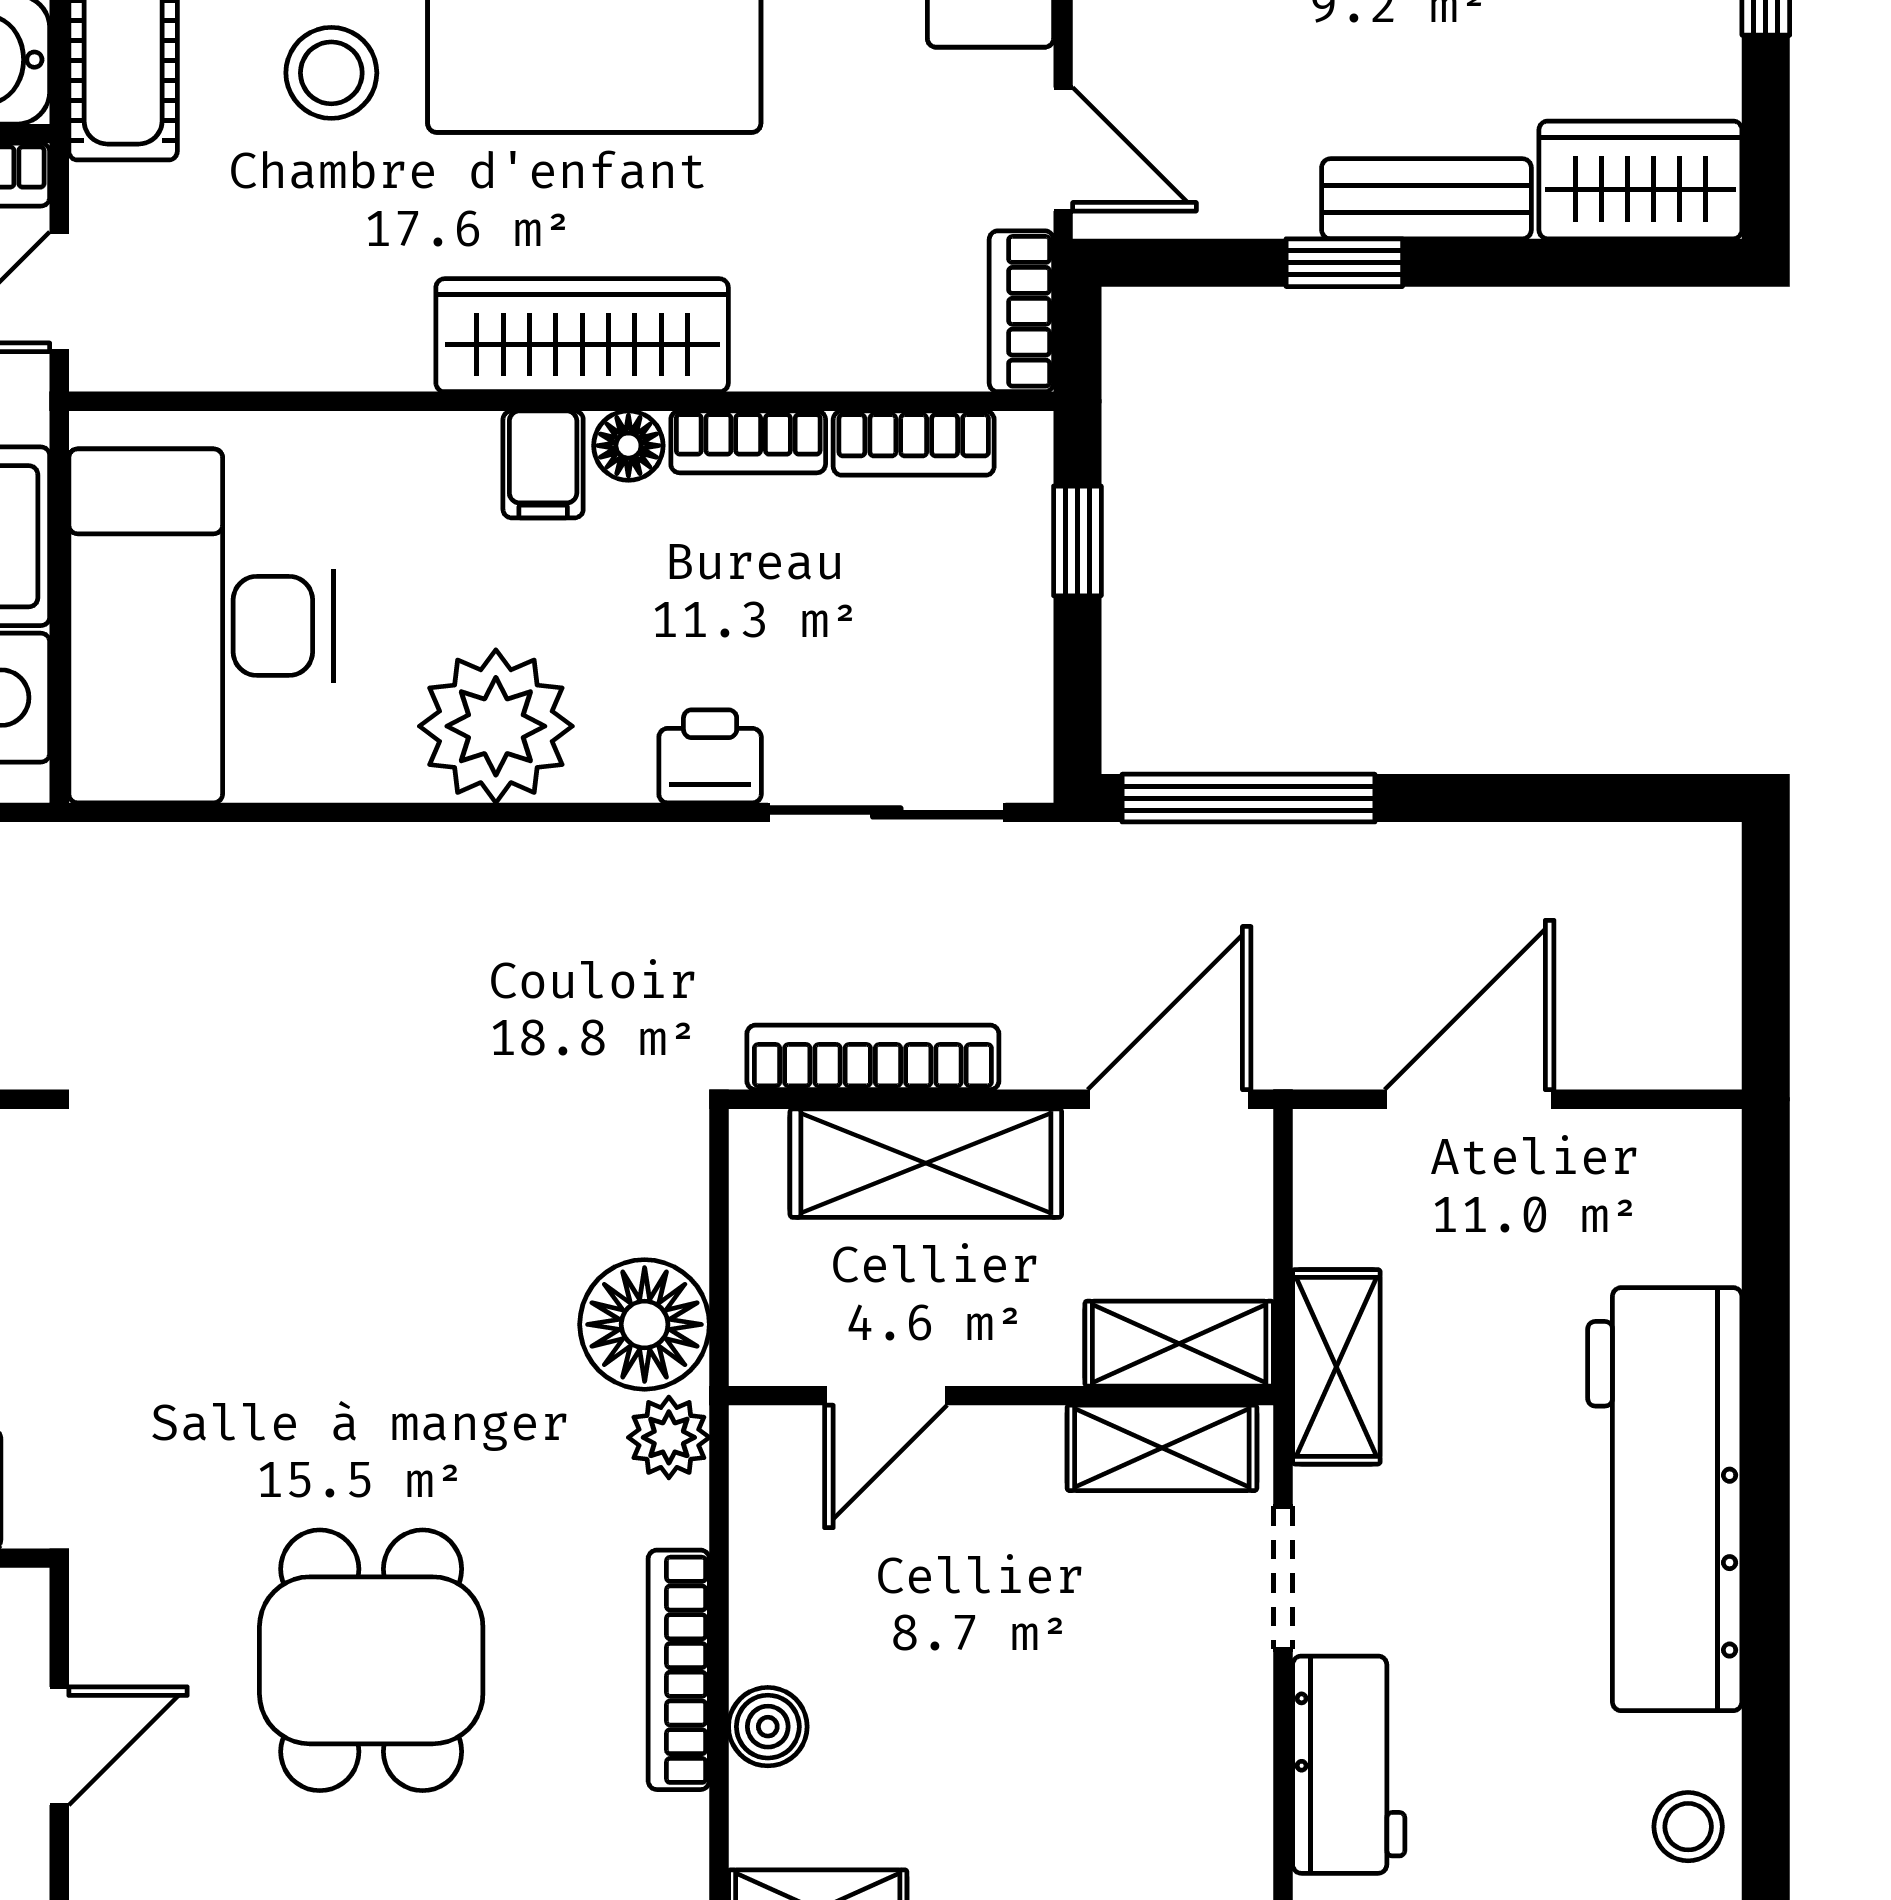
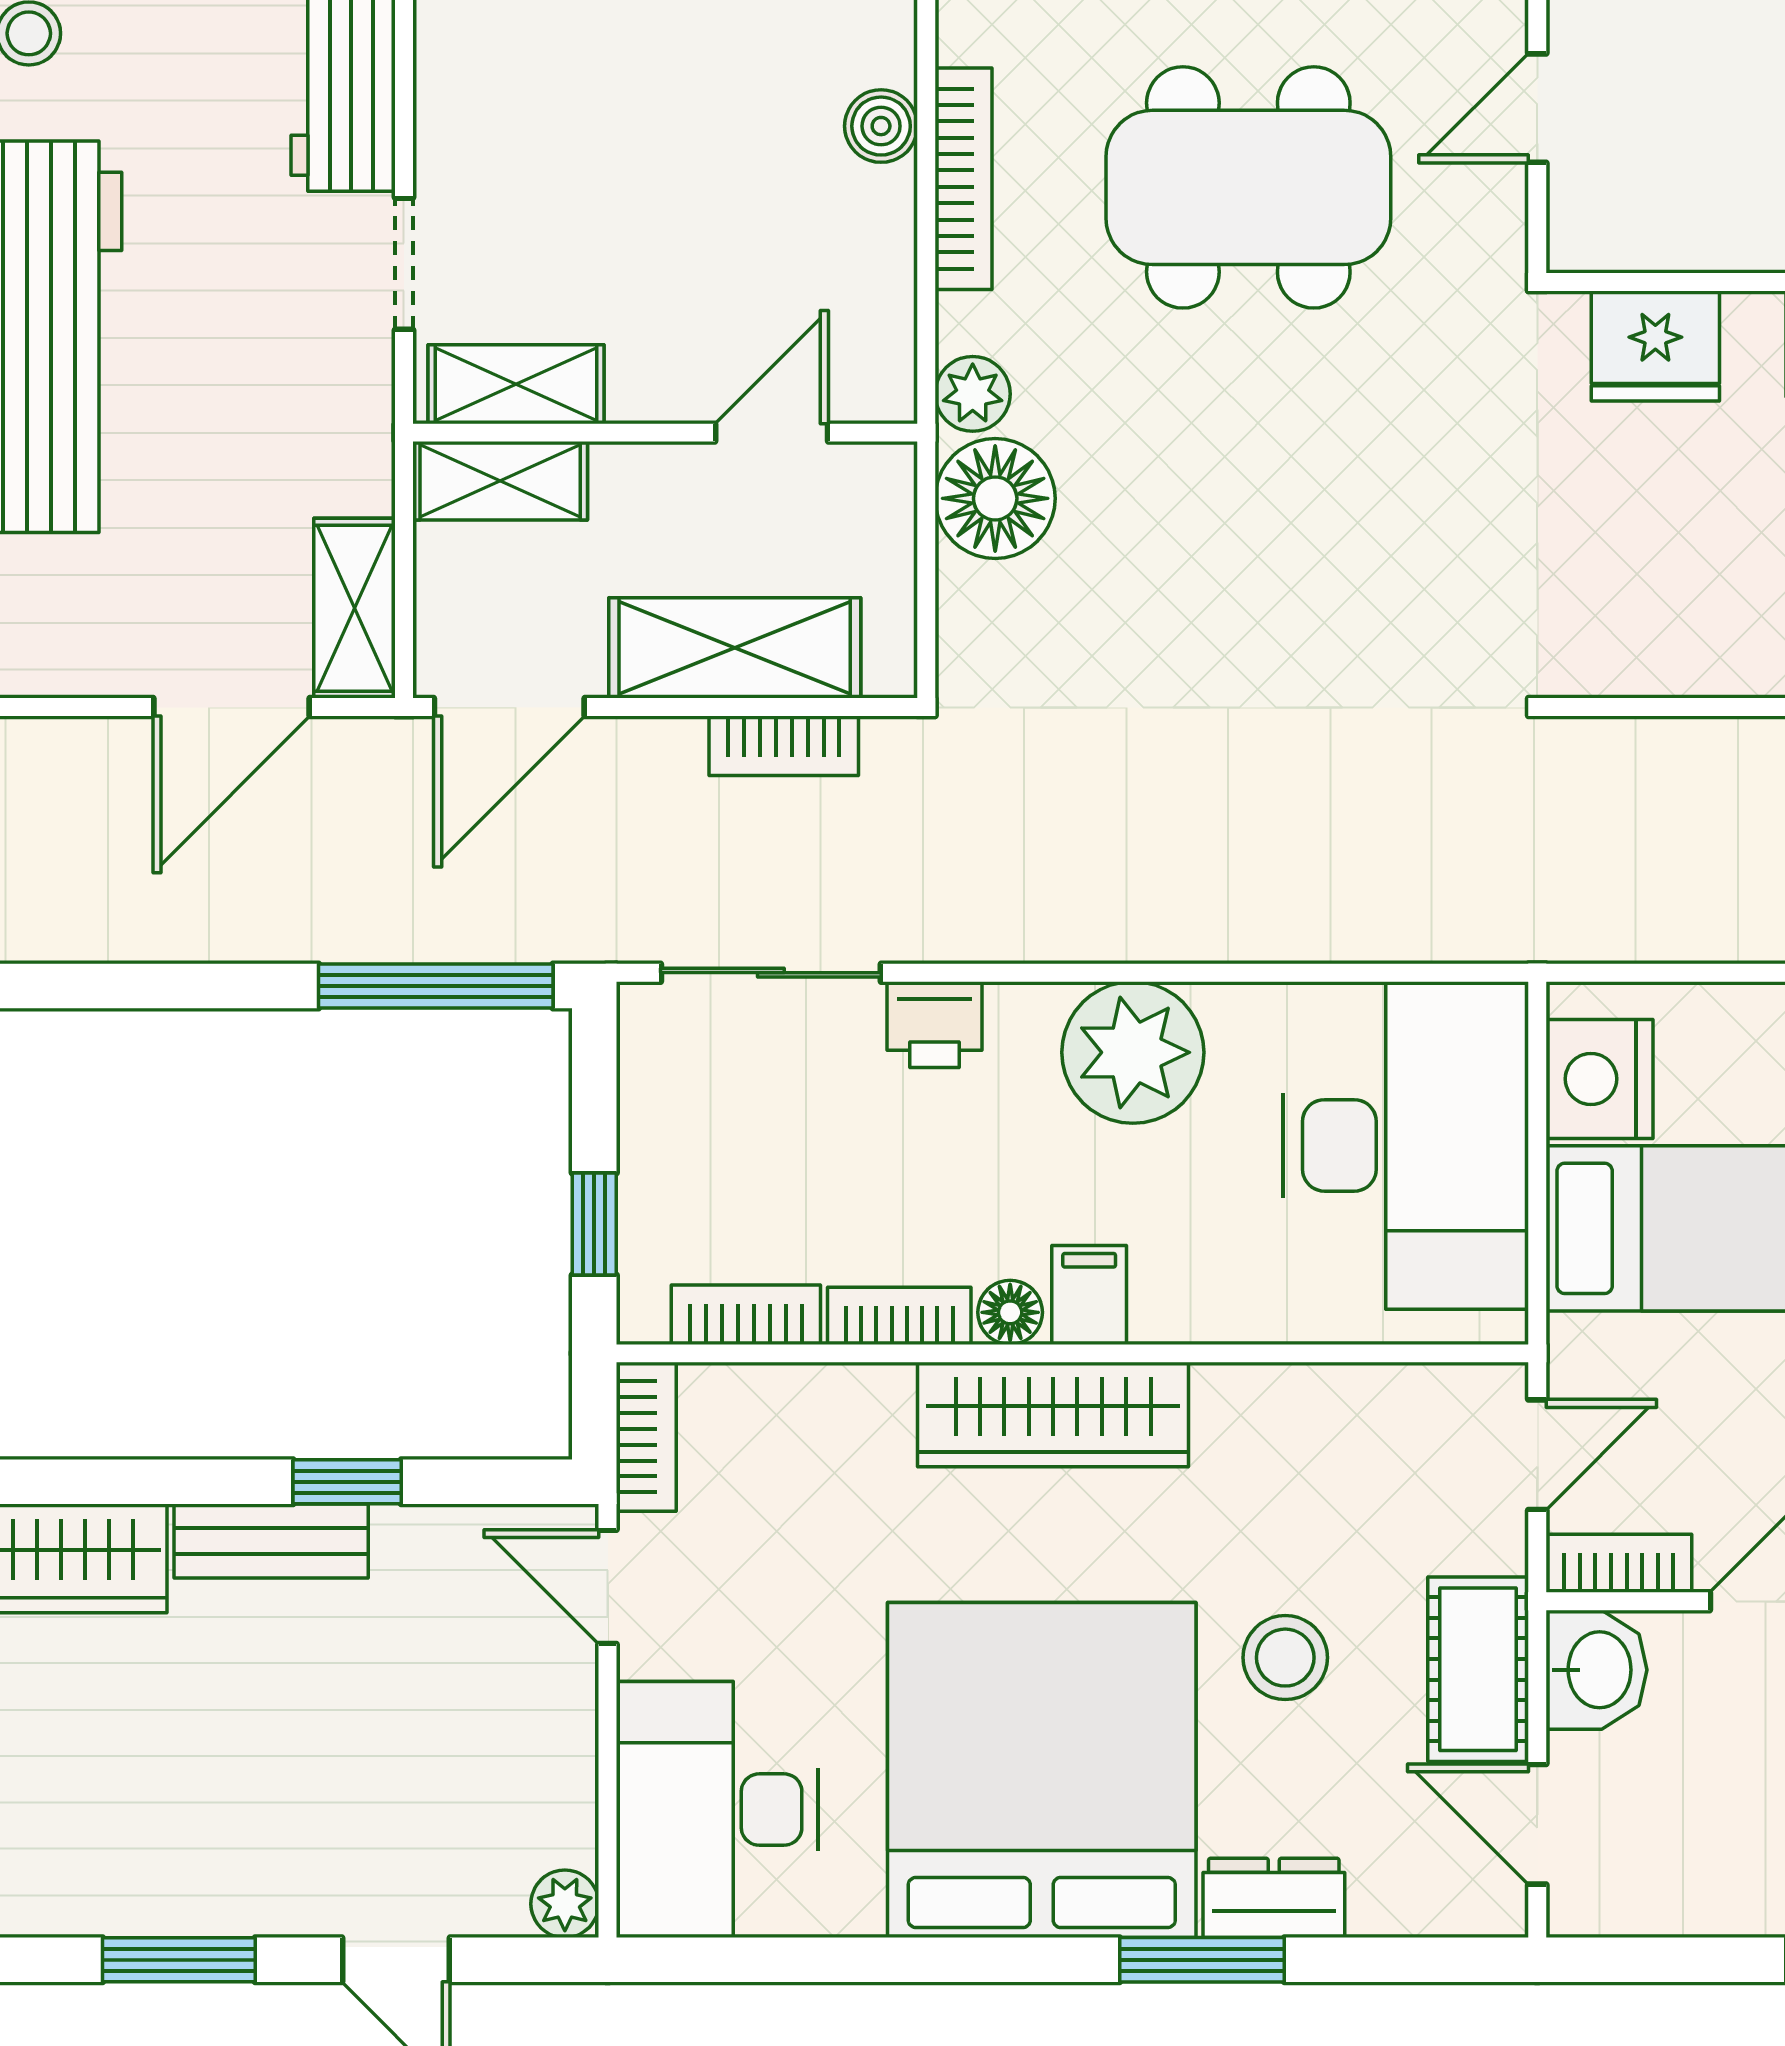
bookcase: (873, 1057) -> (784, 746), width x0.64
shelving: (1336, 1367) -> (355, 608), moved
dining table: (371, 1660) -> (1248, 187), width x1.37

